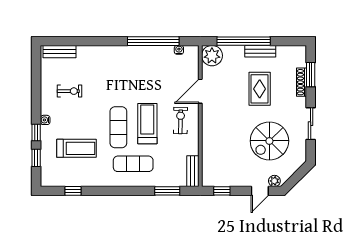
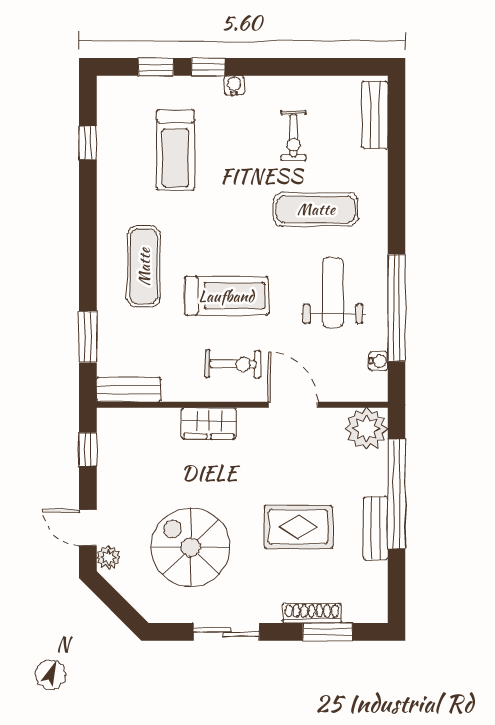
weight bench: (146, 72) -> (333, 293), added
exercise mat: (118, 127) -> (316, 209), moved
wardrobe: (209, 132) -> (209, 423), added

